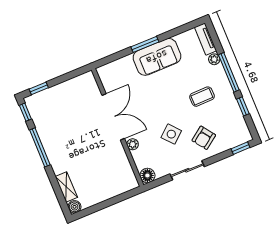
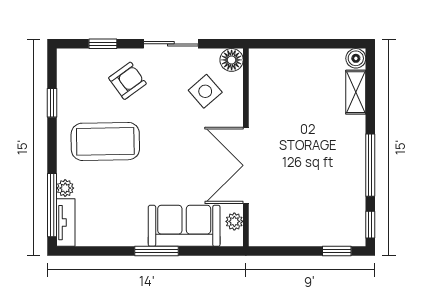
sofa: (157, 57) -> (184, 226), moved
window: (229, 72) -> (52, 205), moved
coffee table: (202, 97) -> (105, 141), width x1.86, depth x1.72
side table: (171, 134) -> (205, 91), moved
plant: (133, 144) -> (234, 221), moved
window: (240, 148) -> (103, 44), moved

